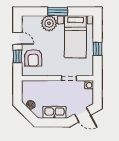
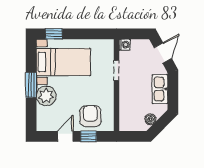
window: (98, 49) -> (54, 34), moved
armchair: (33, 58) -> (90, 116), turned -90

